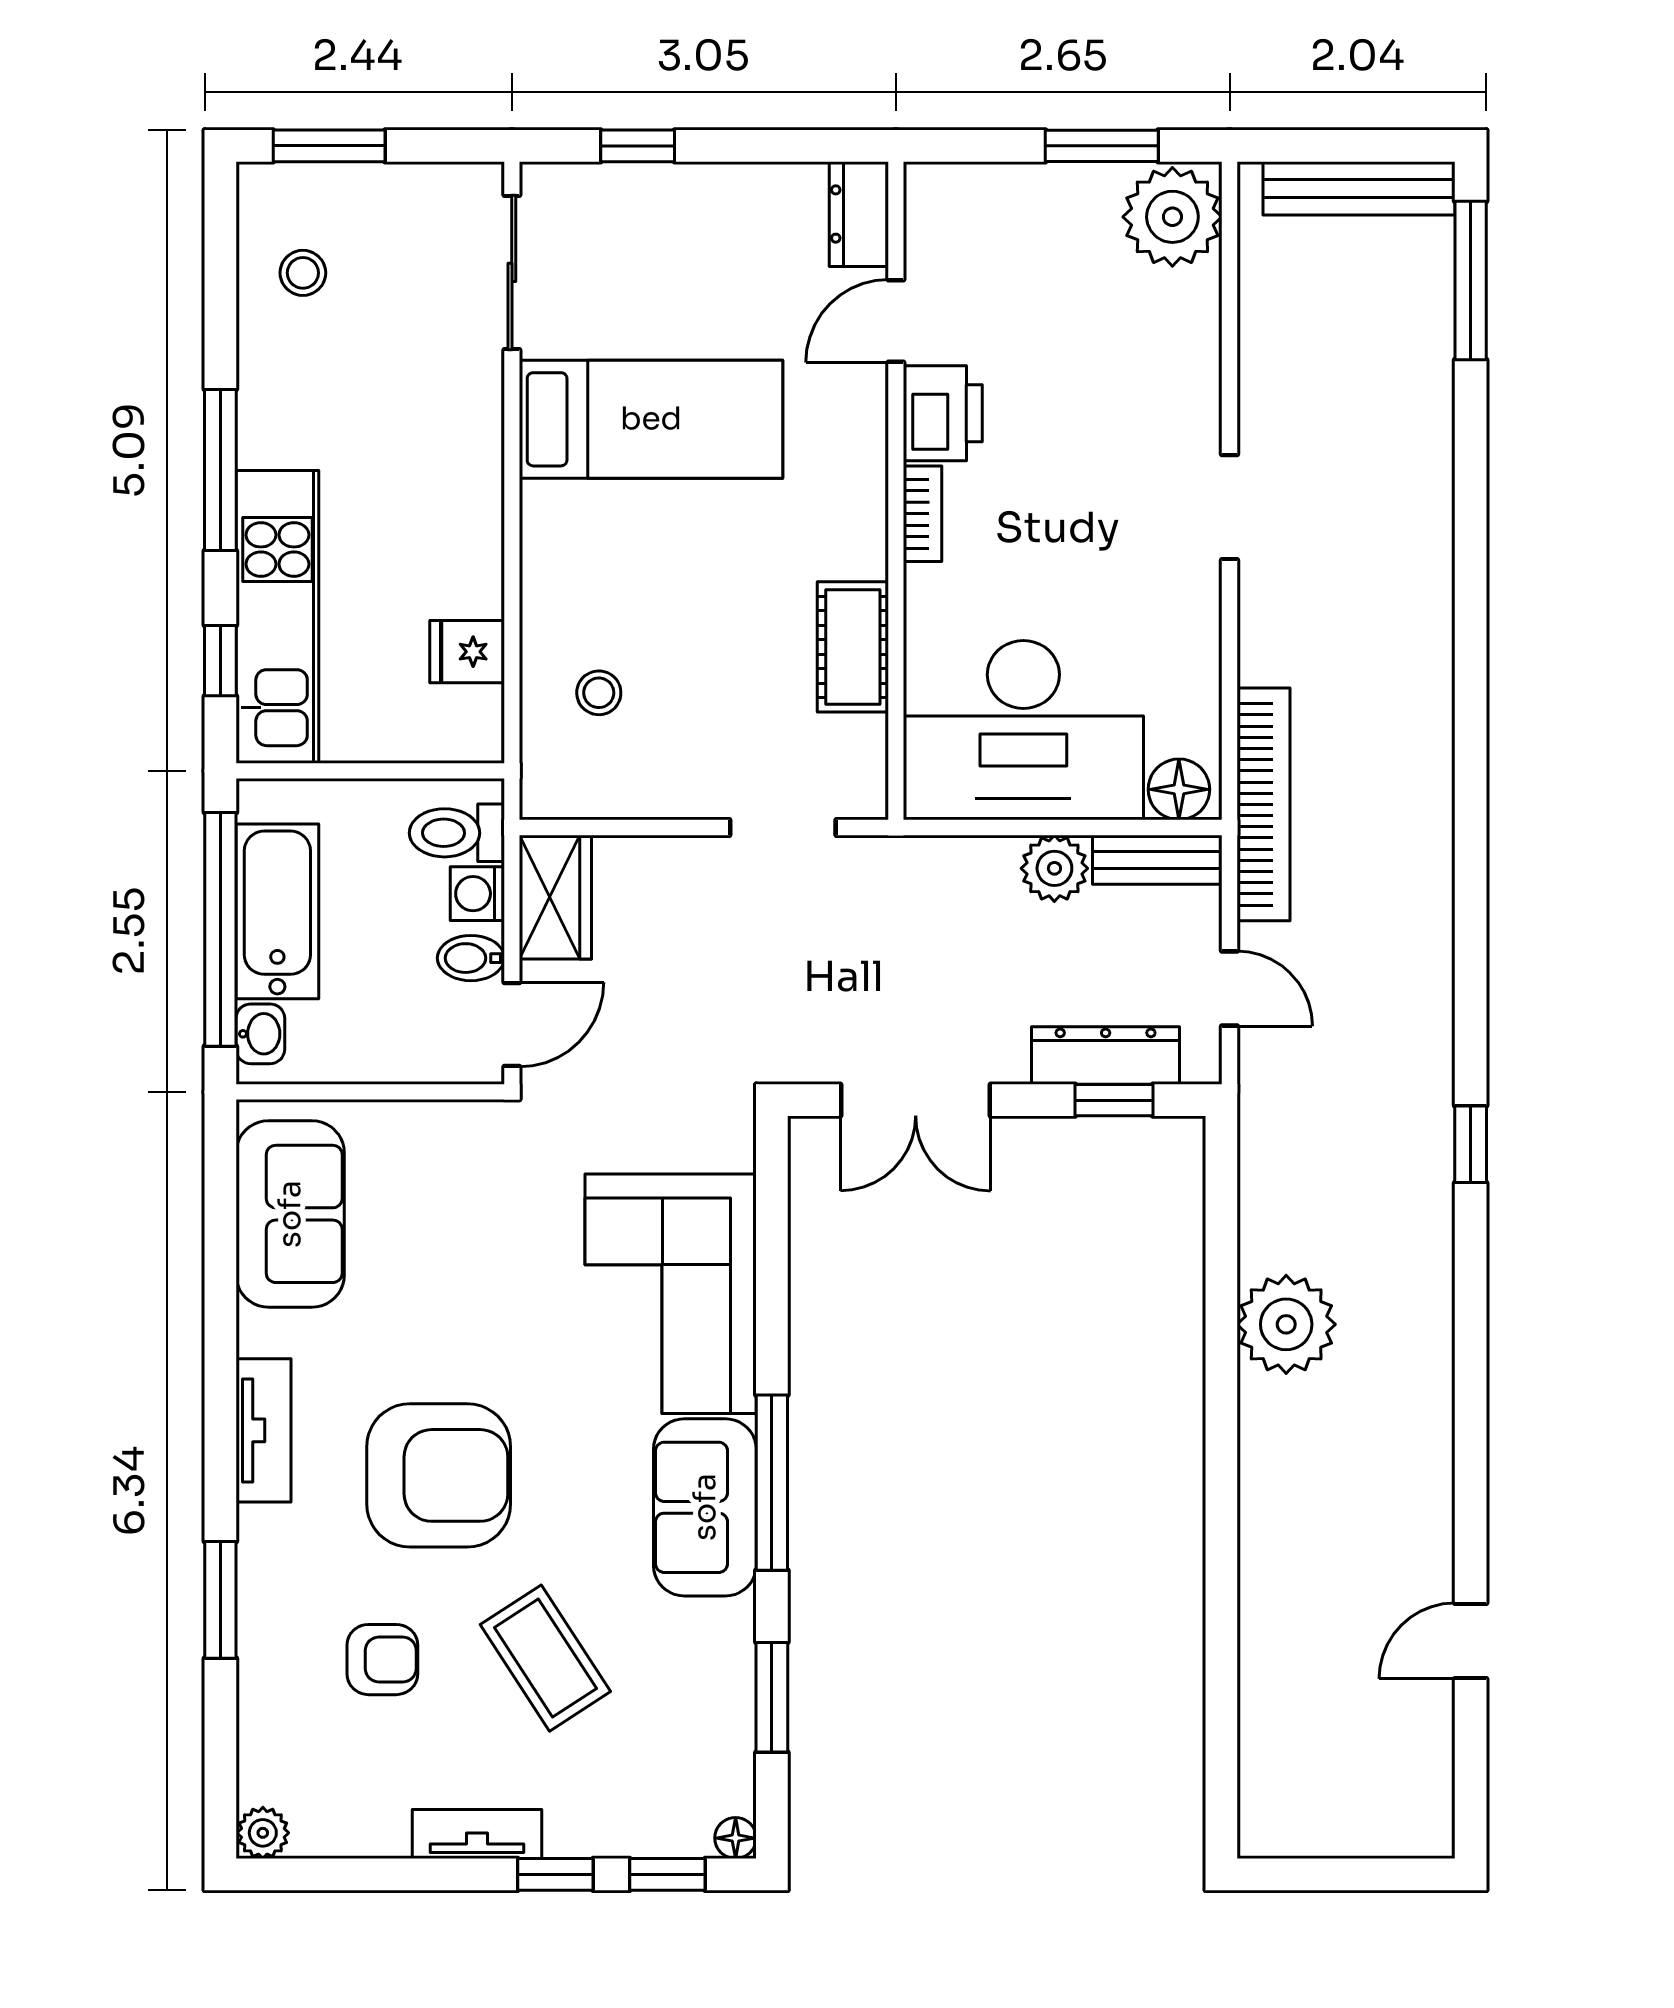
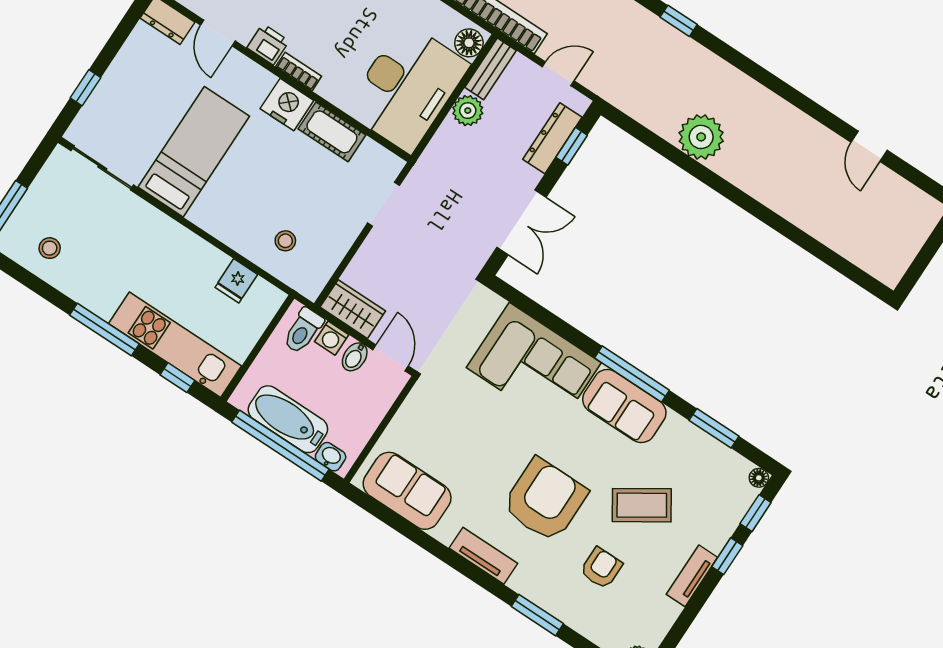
printer: (943, 413) -> (268, 44), width x0.73, depth x0.81
nightstand: (849, 532) -> (287, 105), added

